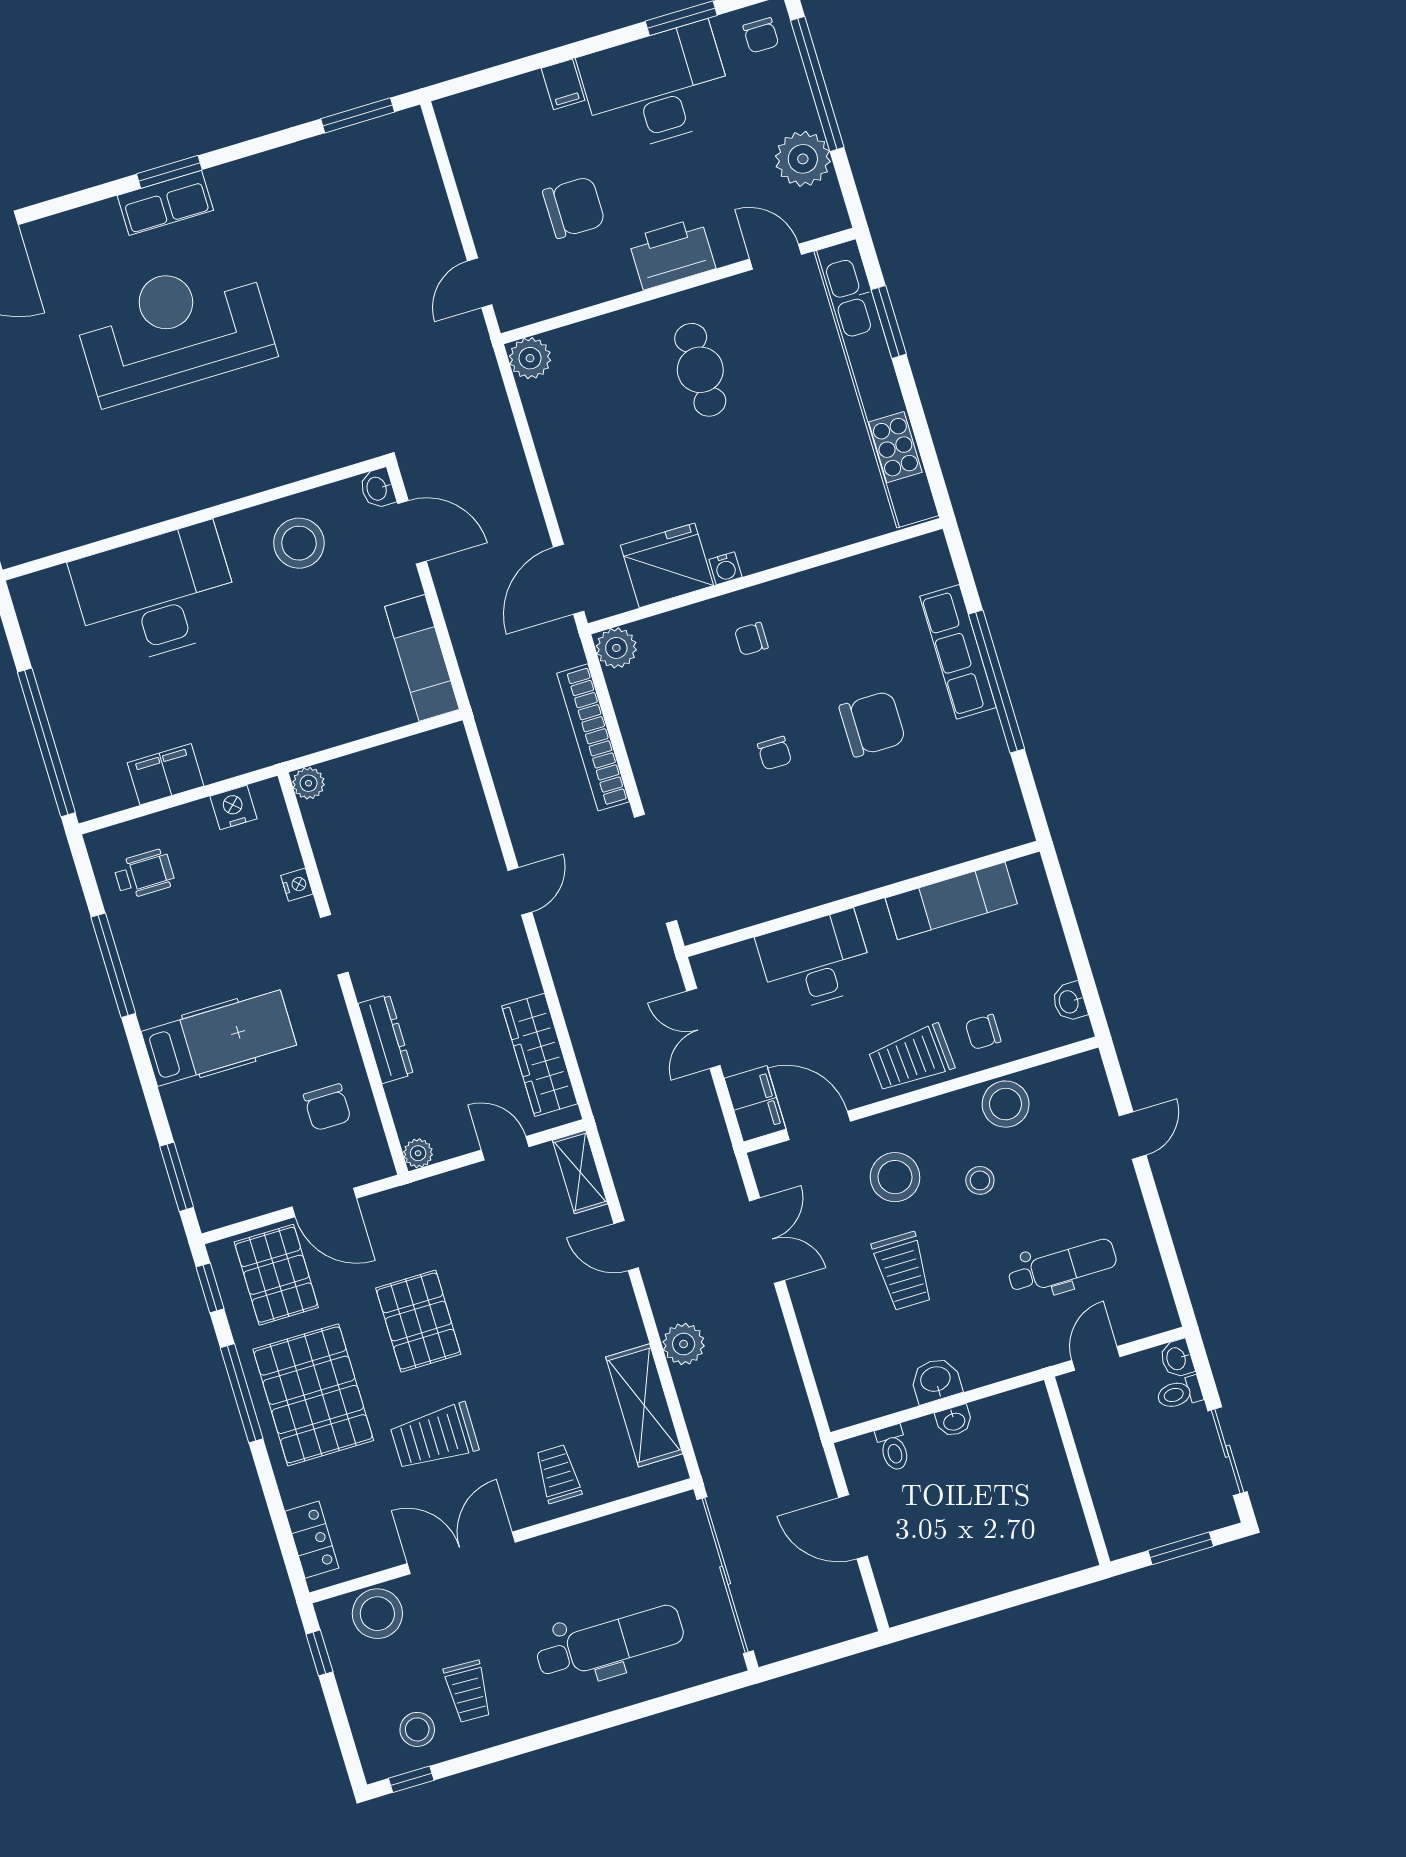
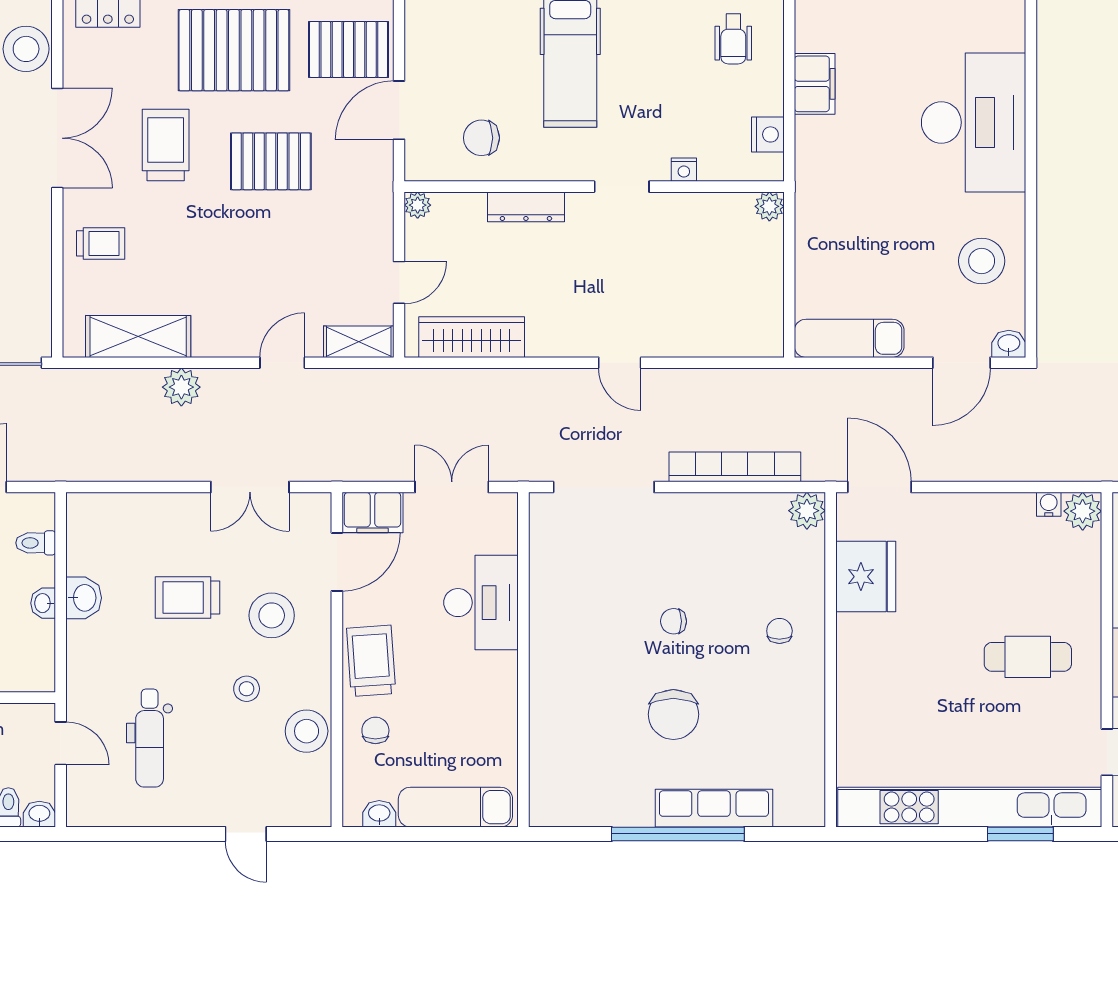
water cooler: (725, 568) -> (1049, 504), moved, turned 90
exam couch: (951, 901) -> (455, 807), moved, turned 90

